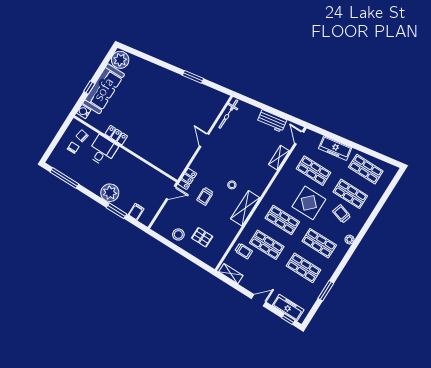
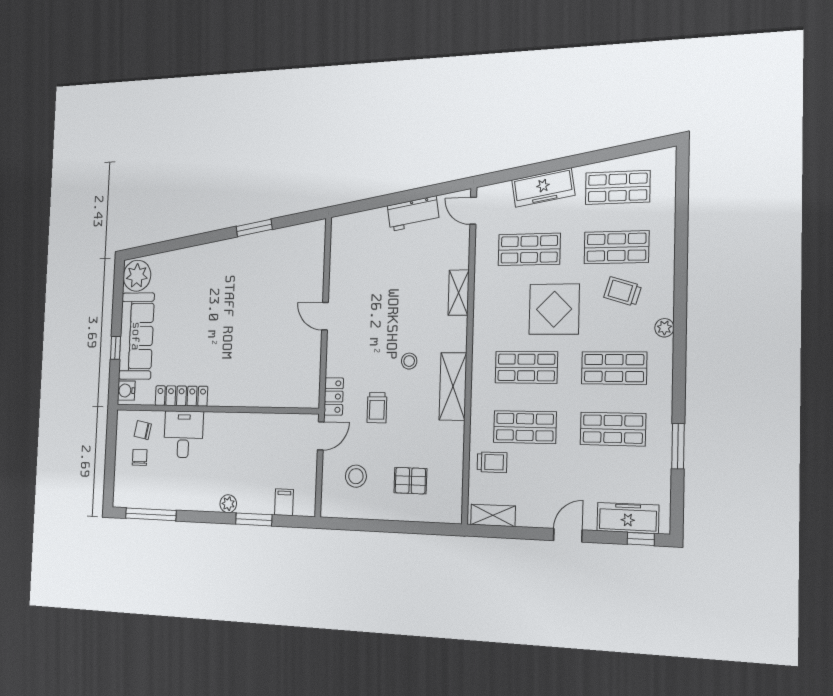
bicycle: (228, 114) -> (339, 249), removed
locker: (116, 135) -> (181, 396), width x1.53
shelving: (279, 158) -> (459, 293), moved
plant: (110, 193) -> (228, 504), width x0.53, depth x0.53
stool: (178, 234) -> (356, 476), moved

